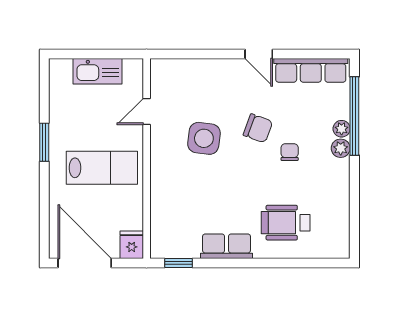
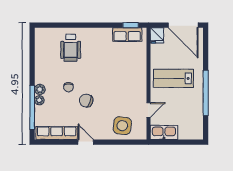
kitchen sink: (98, 71) -> (164, 132), moved
side table: (204, 138) -> (122, 126), moved
window: (44, 142) -> (206, 93), width x2.11
wheelchair: (286, 223) -> (71, 48), turned 90
row of seats: (227, 246) -> (127, 35), moved

